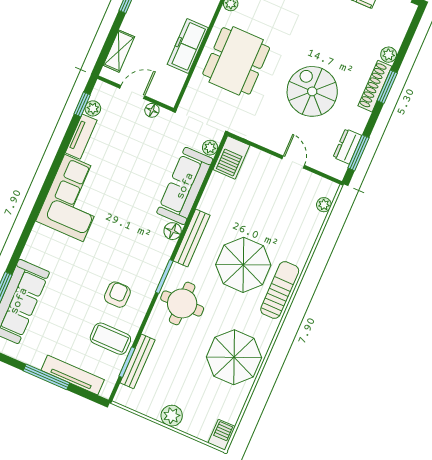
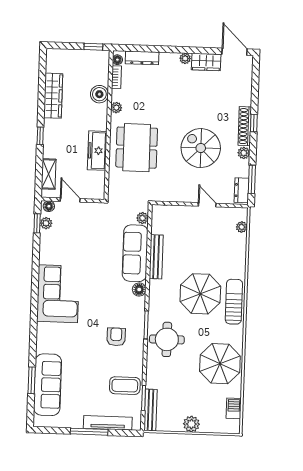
plant: (389, 55) -> (244, 153), moved
window: (387, 87) -> (254, 123), width x0.67
door: (132, 92) -> (70, 200), hinge flipped
floor lamp: (152, 110) -> (49, 206), moved
tv unit: (81, 137) -> (46, 247), removed
dresser: (347, 146) -> (242, 190), moved
barbecue: (231, 157) -> (161, 219), removed
bench: (192, 238) -> (156, 257), moved
armchair: (117, 295) -> (116, 337), moved
bench: (138, 361) -> (150, 410), moved
barbecue: (222, 435) -> (234, 408), moved

